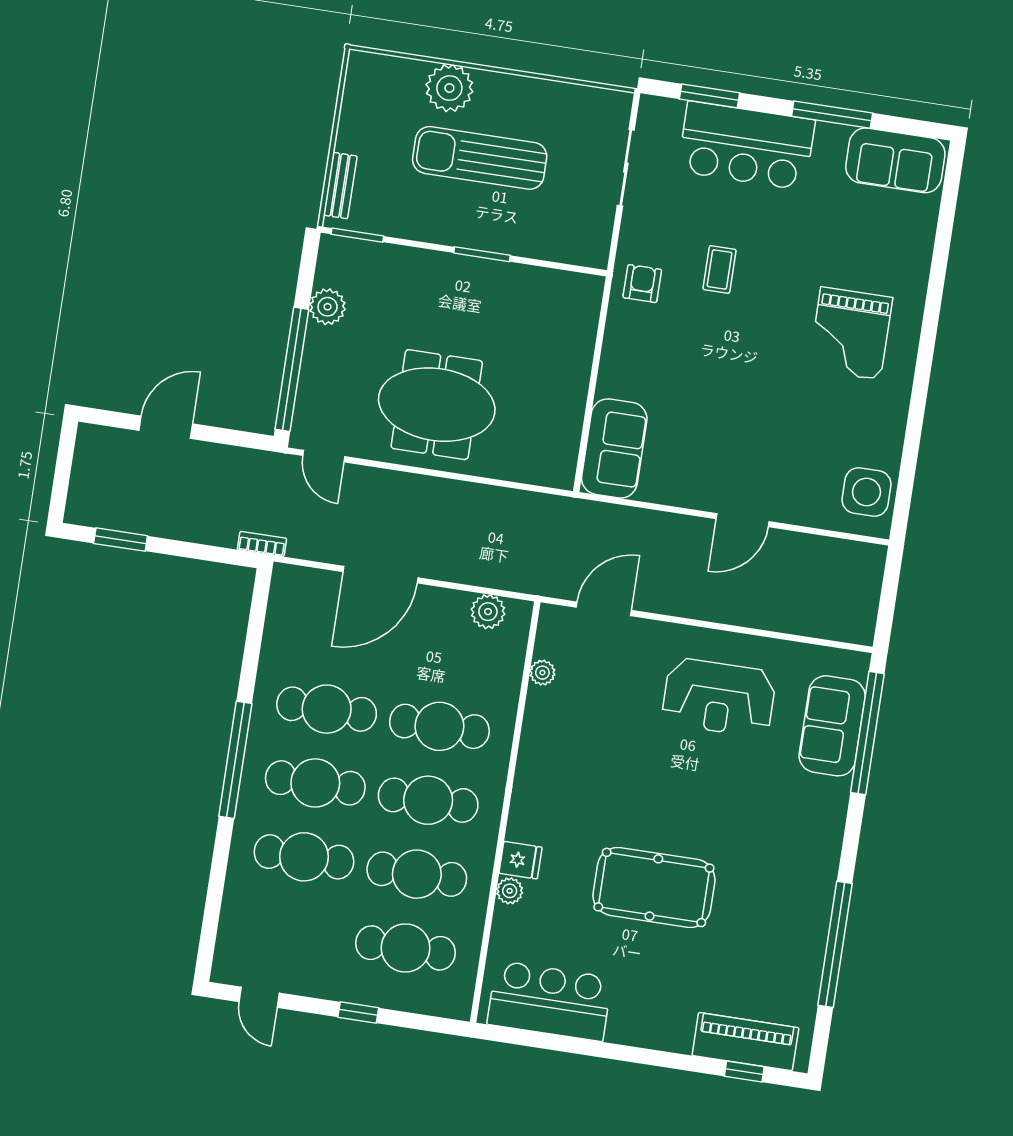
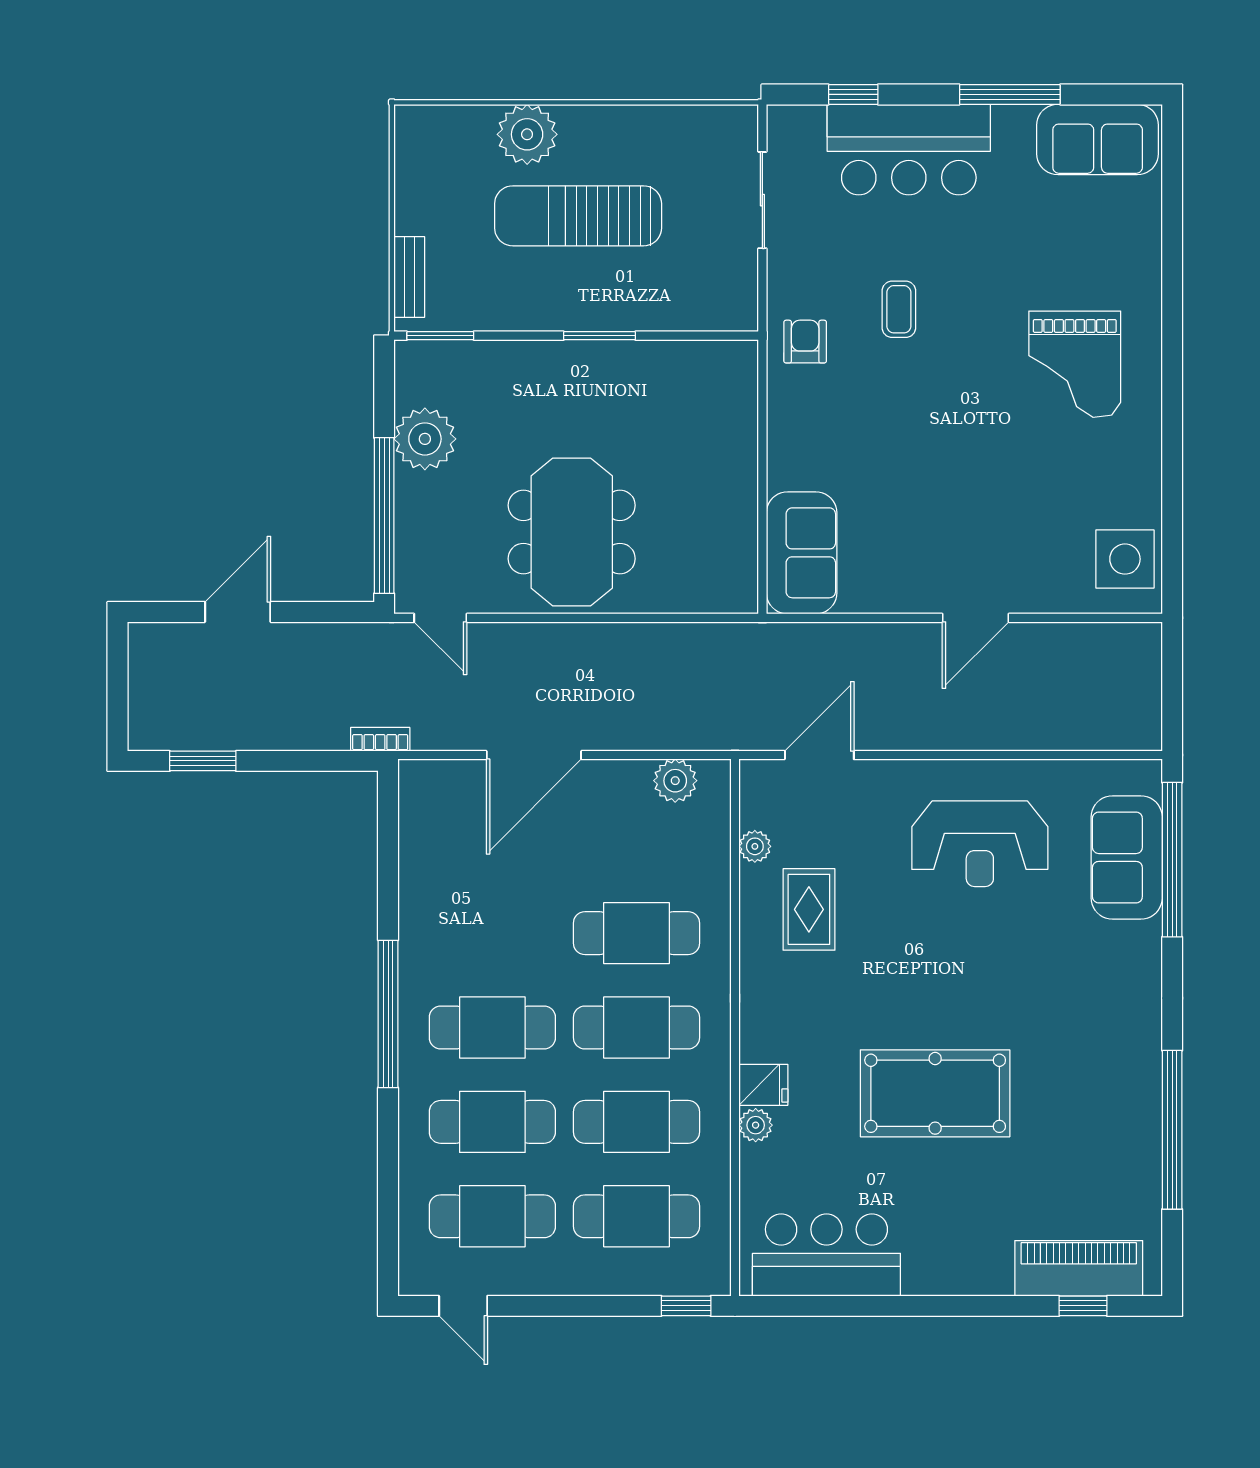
window: (709, 96) -> (853, 94), width x0.67
plant: (328, 307) -> (425, 439), width x1.36, depth x1.36
meeting table: (437, 405) -> (572, 532), turned 90
cafe table: (327, 709) -> (492, 1216), moved
rug: (577, 728) -> (809, 909), added
window: (358, 1012) -> (686, 1306), moved

